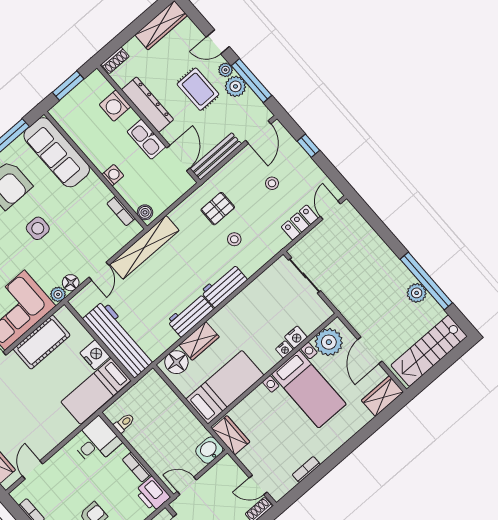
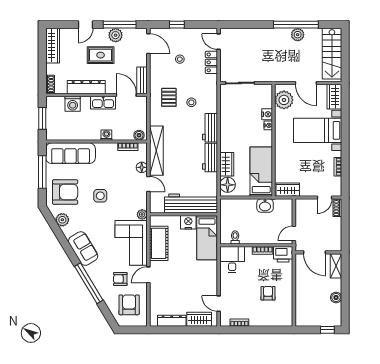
plant: (226, 70) -> (103, 33), removed
bench: (216, 156) -> (142, 80), width x0.73
floor lamp: (71, 283) -> (142, 167), moved
bed with nightstands: (309, 389) -> (318, 130), moved, turned 180
washbasin: (209, 450) -> (265, 206), moved, turned -90

